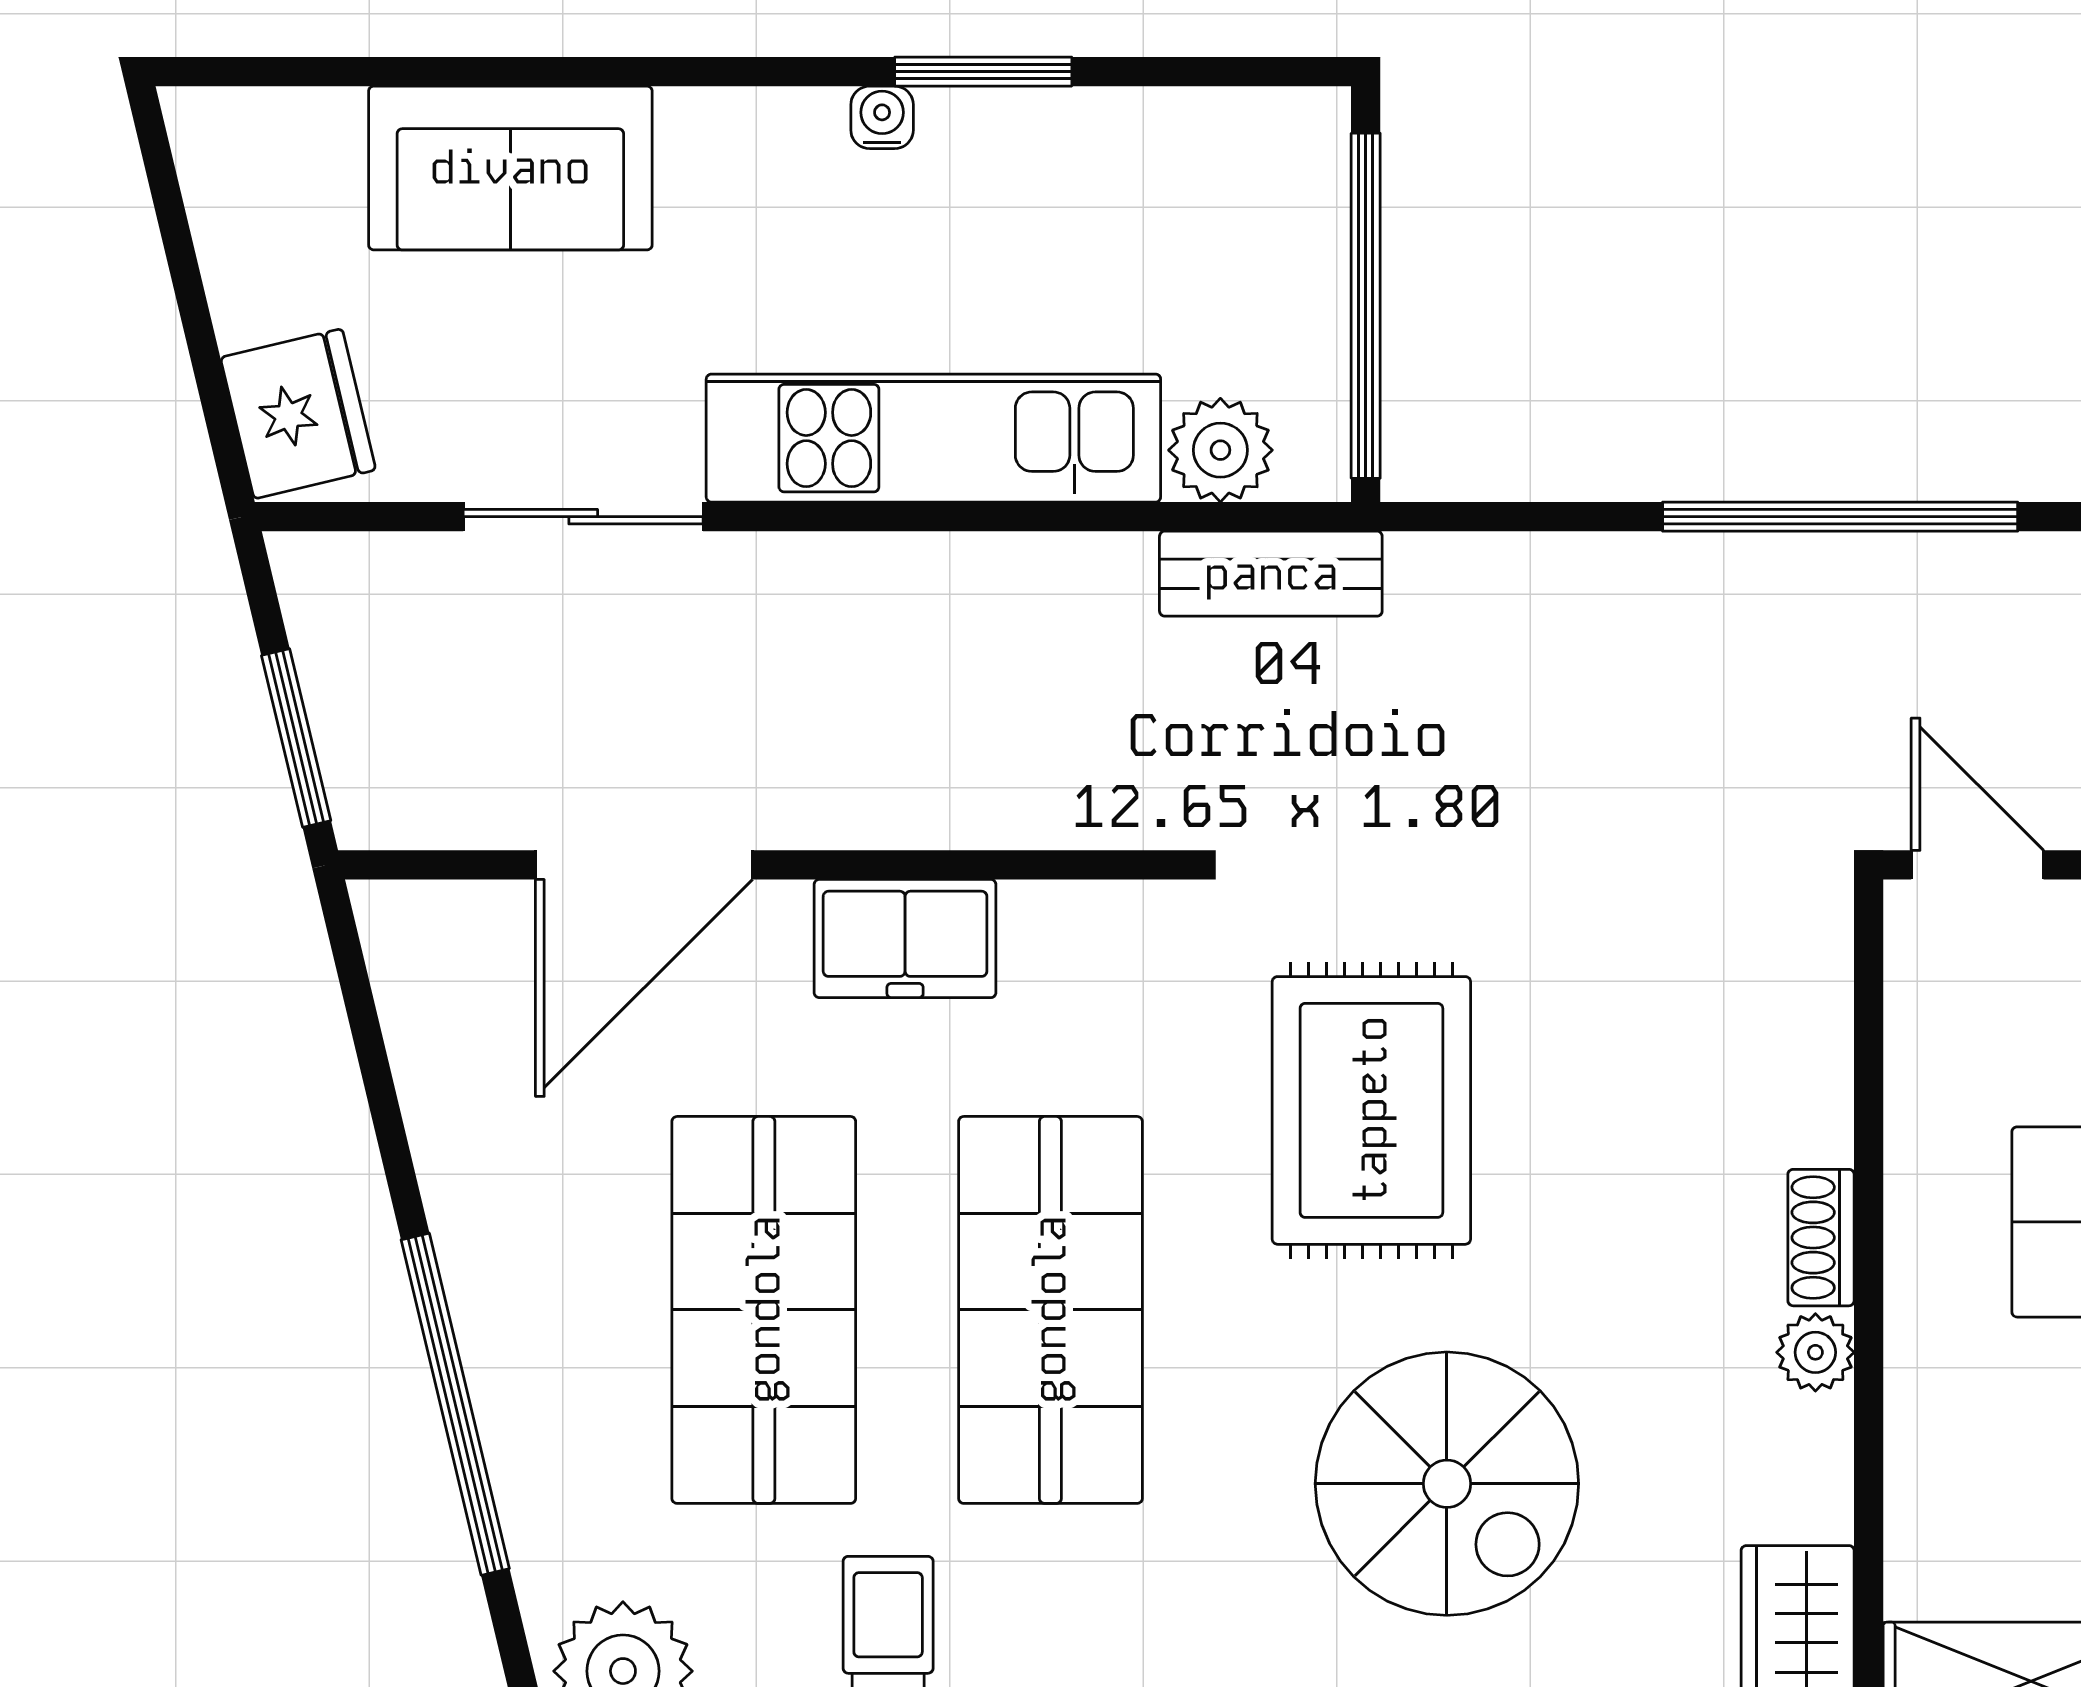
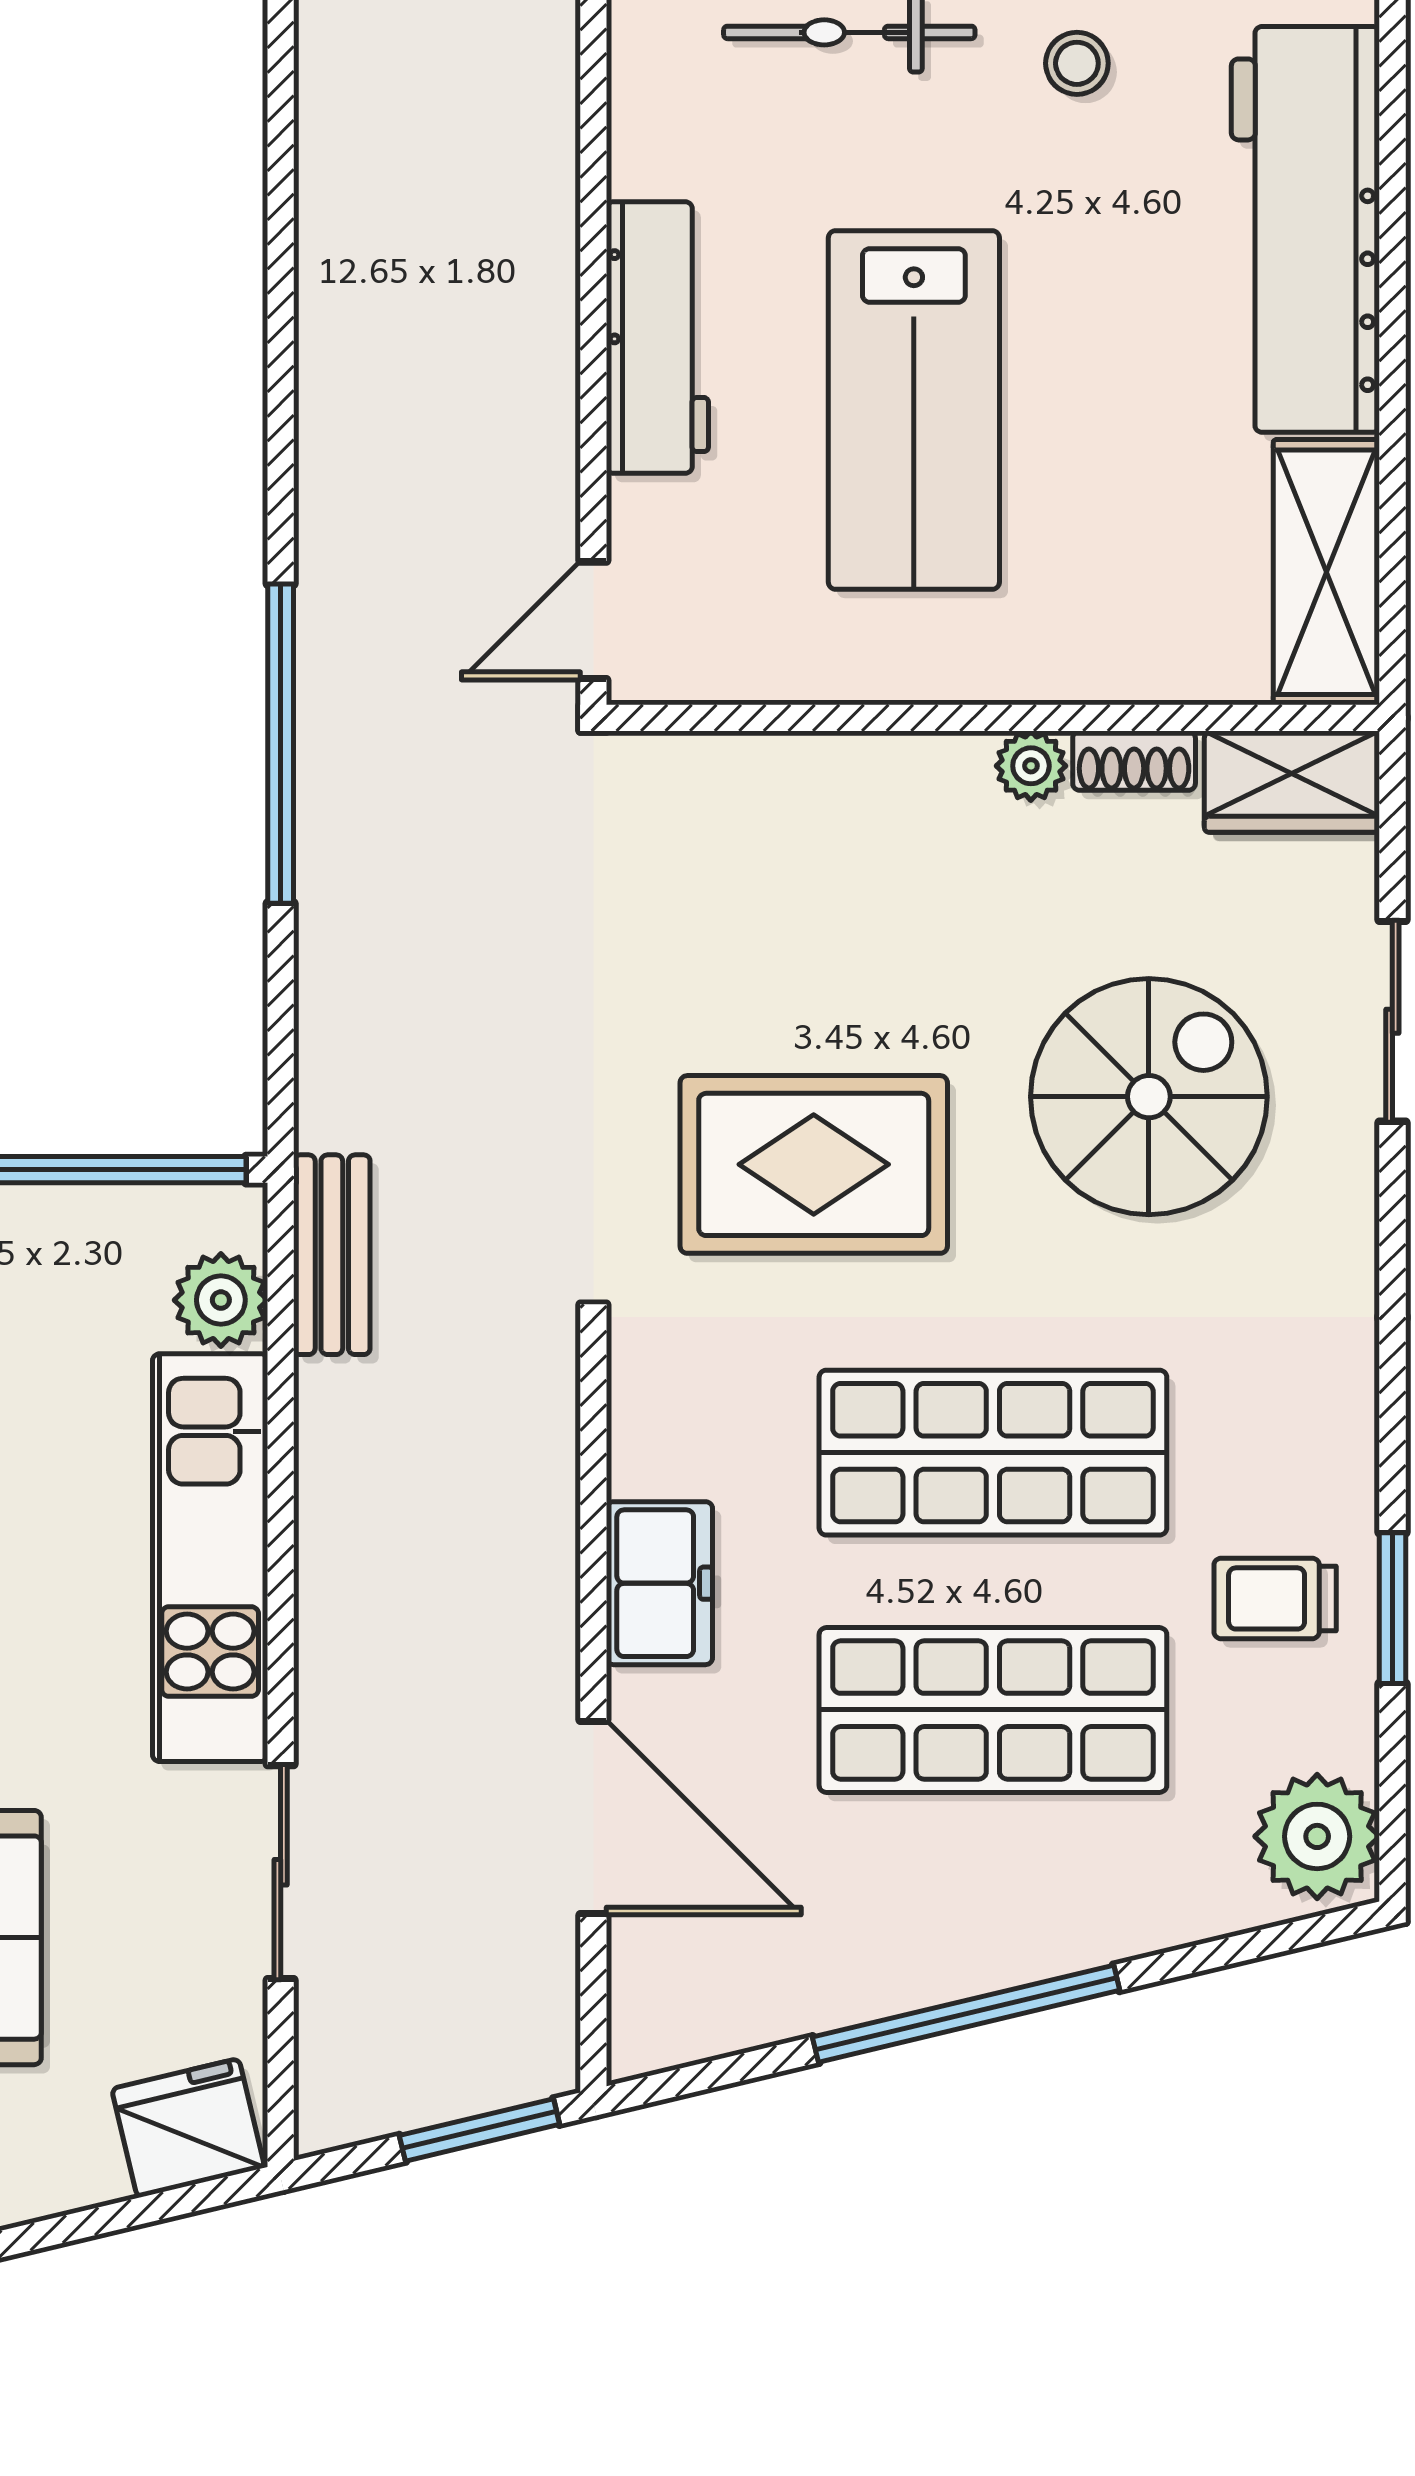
shoe rack: (1821, 1238) -> (1134, 761), moved
window: (455, 1404) -> (966, 2014), moved

